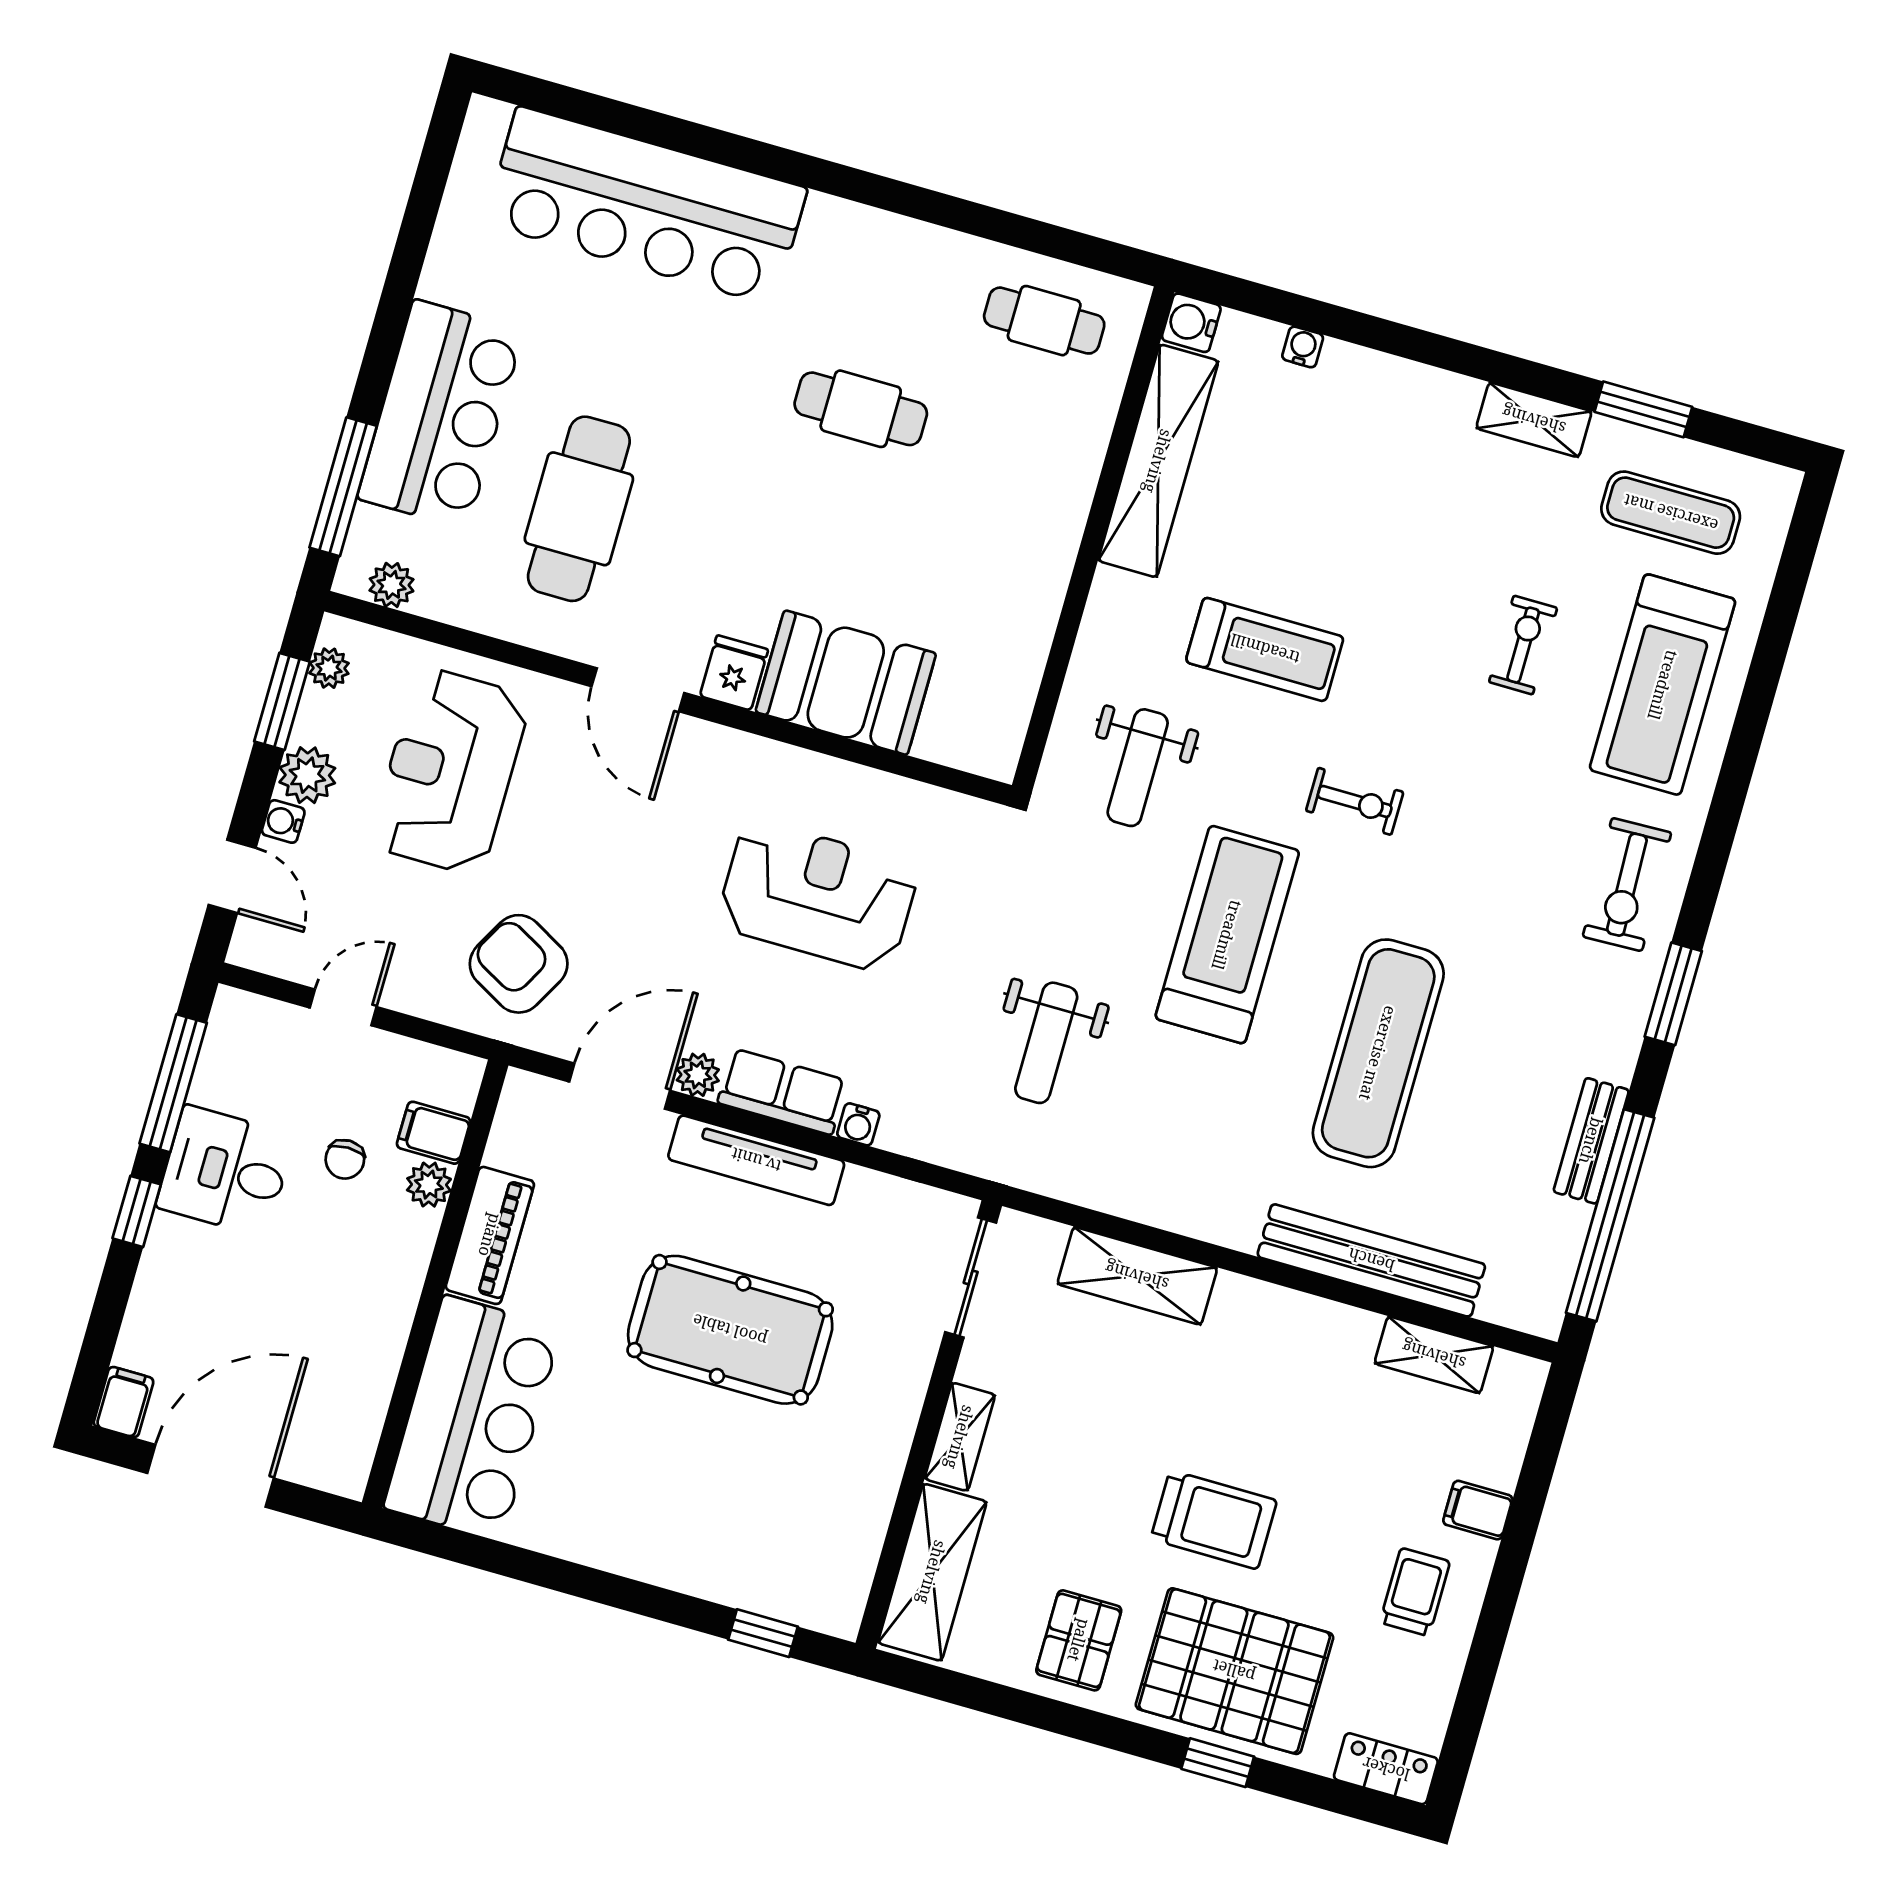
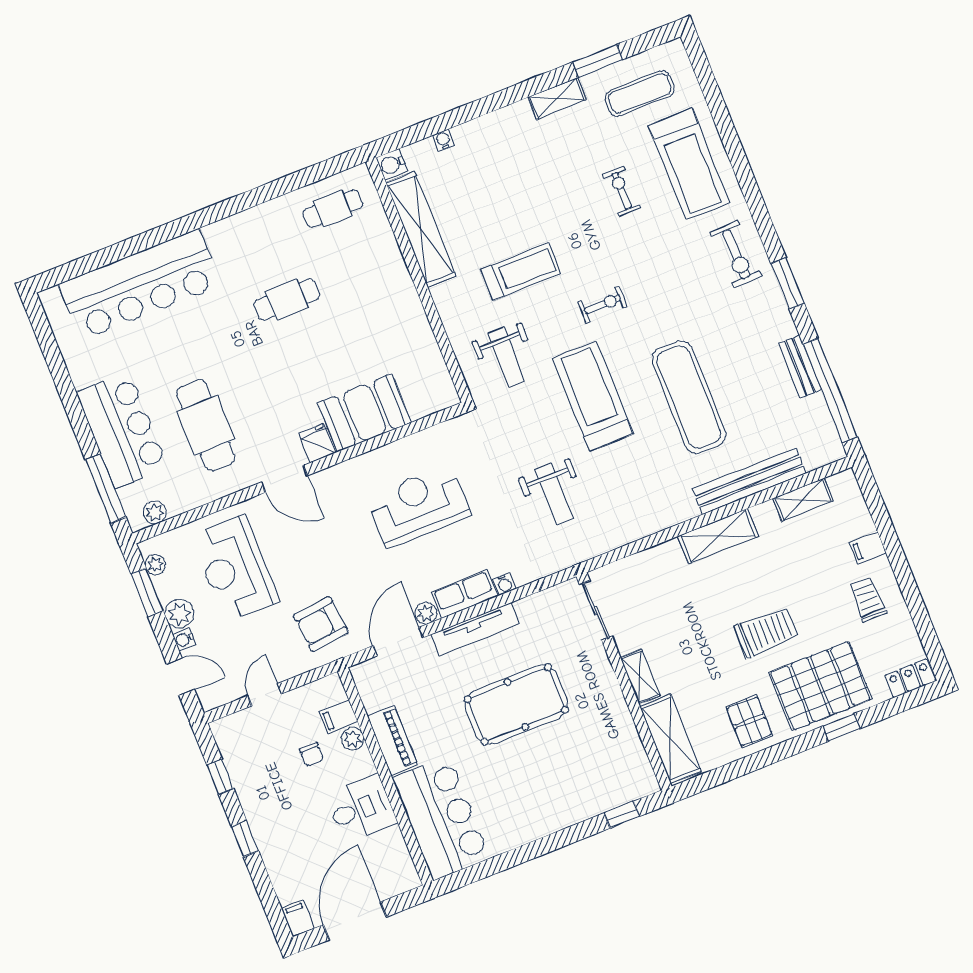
armchair: (519, 964) -> (321, 624), turned -35
window: (173, 1083) -> (220, 777), width x0.46
desk: (225, 1171) -> (361, 809), moved, turned 180
shelving: (1137, 1276) -> (718, 536), moved

